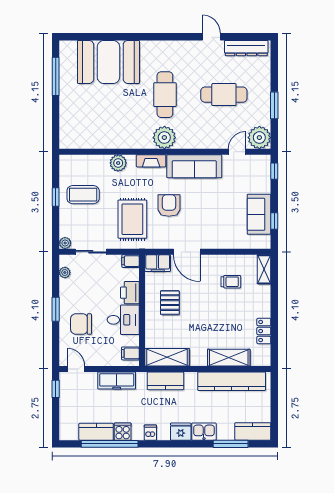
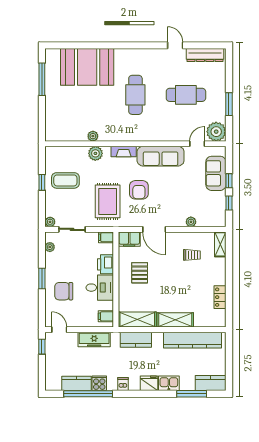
plant: (164, 138) -> (93, 136), moved, width x0.53, depth x0.53
window: (274, 171) -> (229, 181), moved
armchair: (169, 206) -> (139, 190), turned 180
sofa: (259, 214) -> (216, 173), moved
plant: (230, 243) -> (191, 222), added
shelving: (229, 358) -> (175, 320), moved

